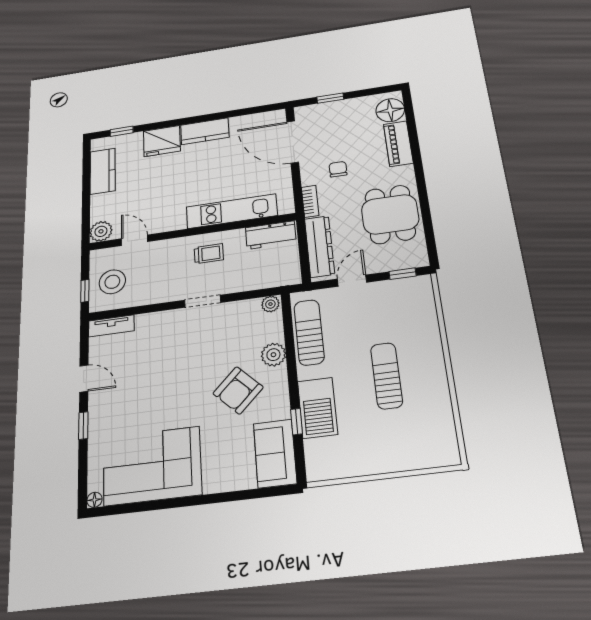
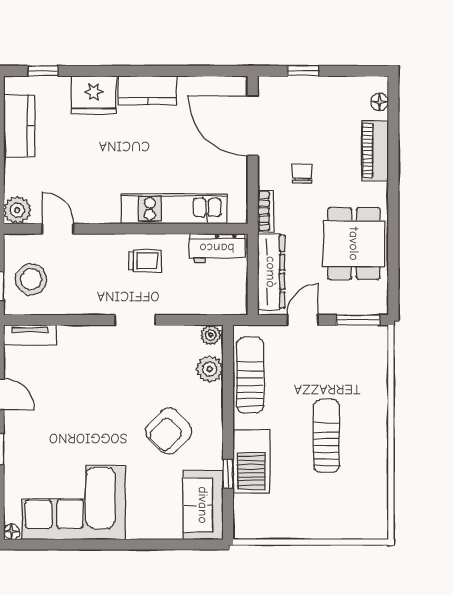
floor lamp: (390, 110) -> (380, 102), width x0.53, depth x0.53
window: (403, 274) -> (358, 320), width x1.50
plant: (273, 355) -> (210, 369), moved

